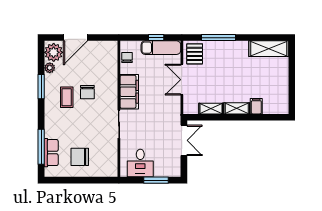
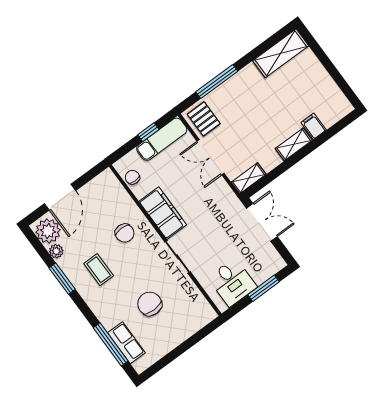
chair: (87, 92) -> (125, 233), moved
shelving: (211, 109) -> (249, 178), moved
chair: (80, 157) -> (150, 304), moved, turned 90

